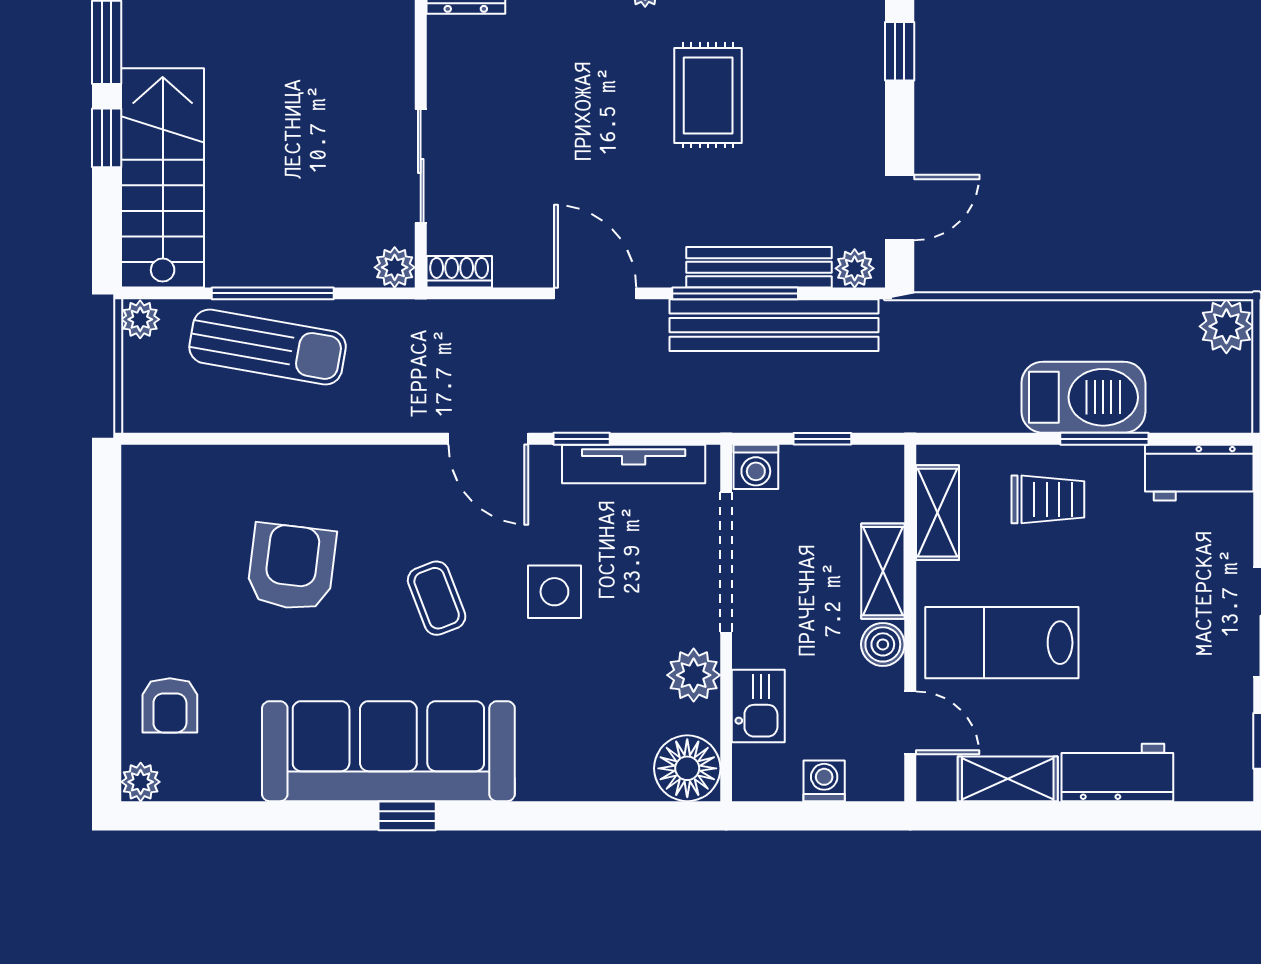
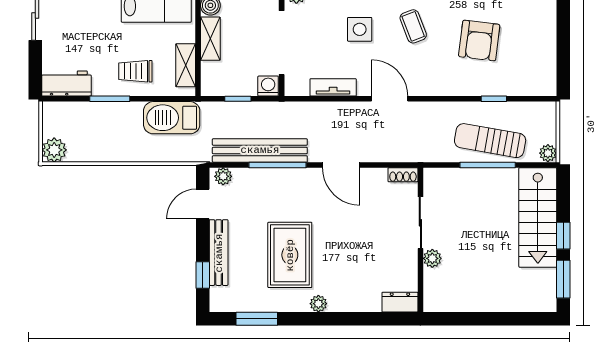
rug: (708, 95) -> (290, 255), width x1.36, depth x1.43
plant: (395, 267) -> (432, 258), moved
bench: (759, 267) -> (219, 253), moved, turned 90
barbecue: (1083, 397) -> (172, 118), moved
window: (582, 439) -> (494, 99), moved
tv unit: (634, 464) -> (333, 87), width x0.71

